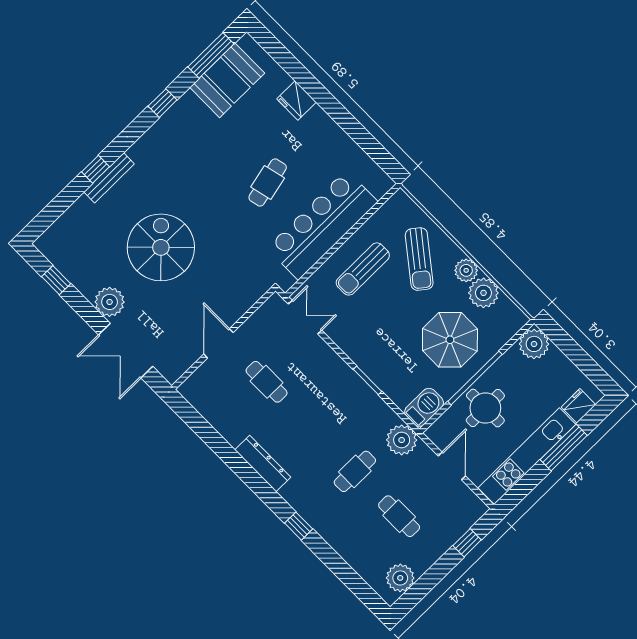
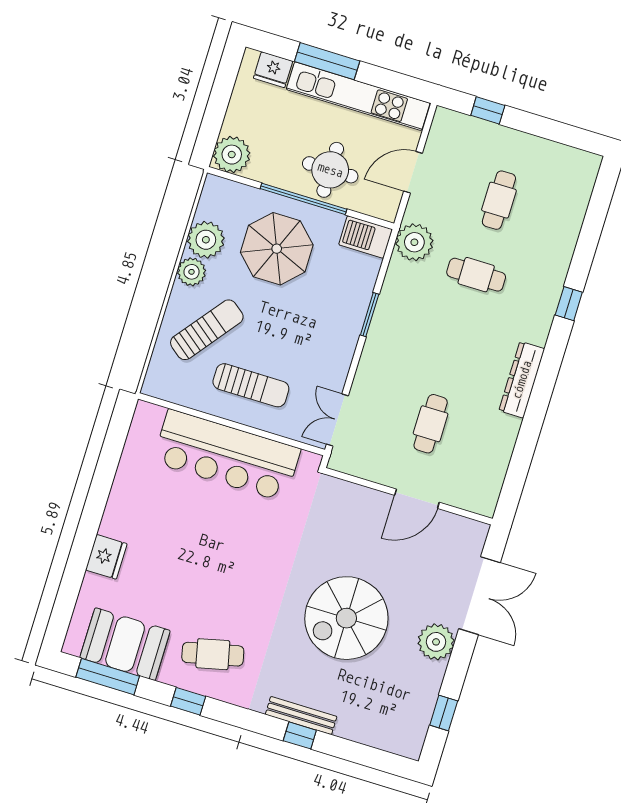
cafe table: (268, 182) -> (213, 654), moved
plant: (400, 578) -> (566, 162), removed

